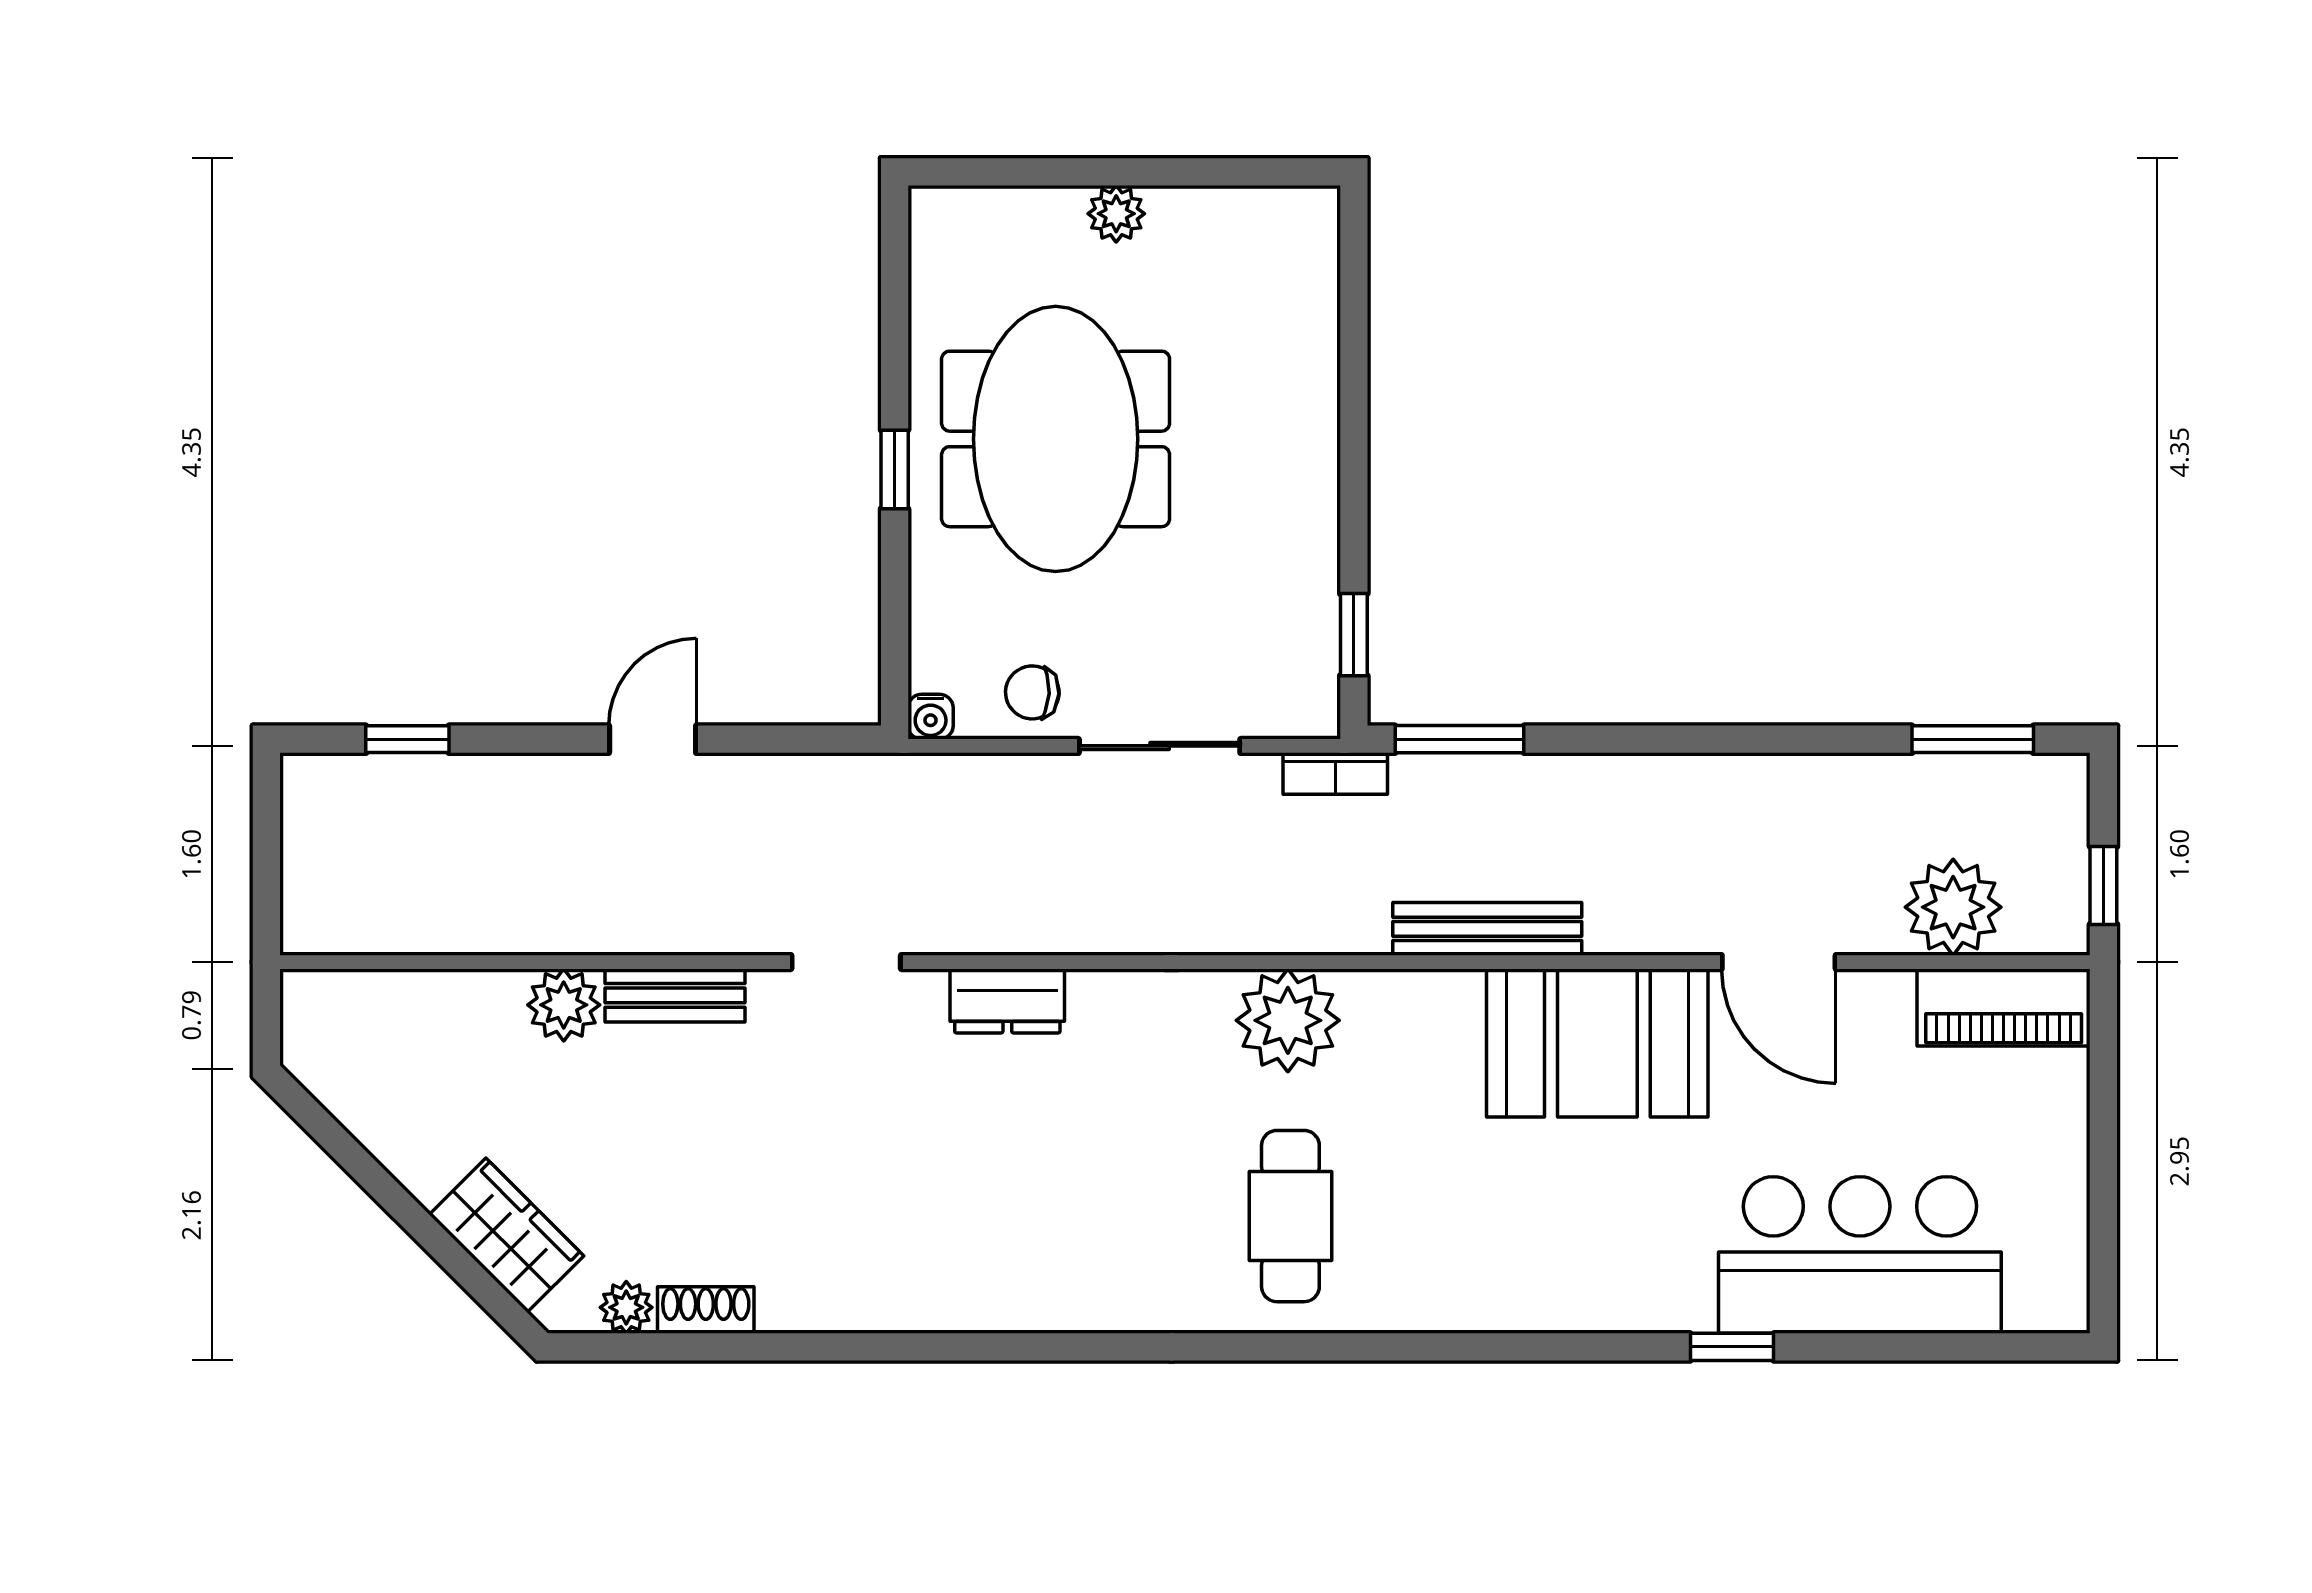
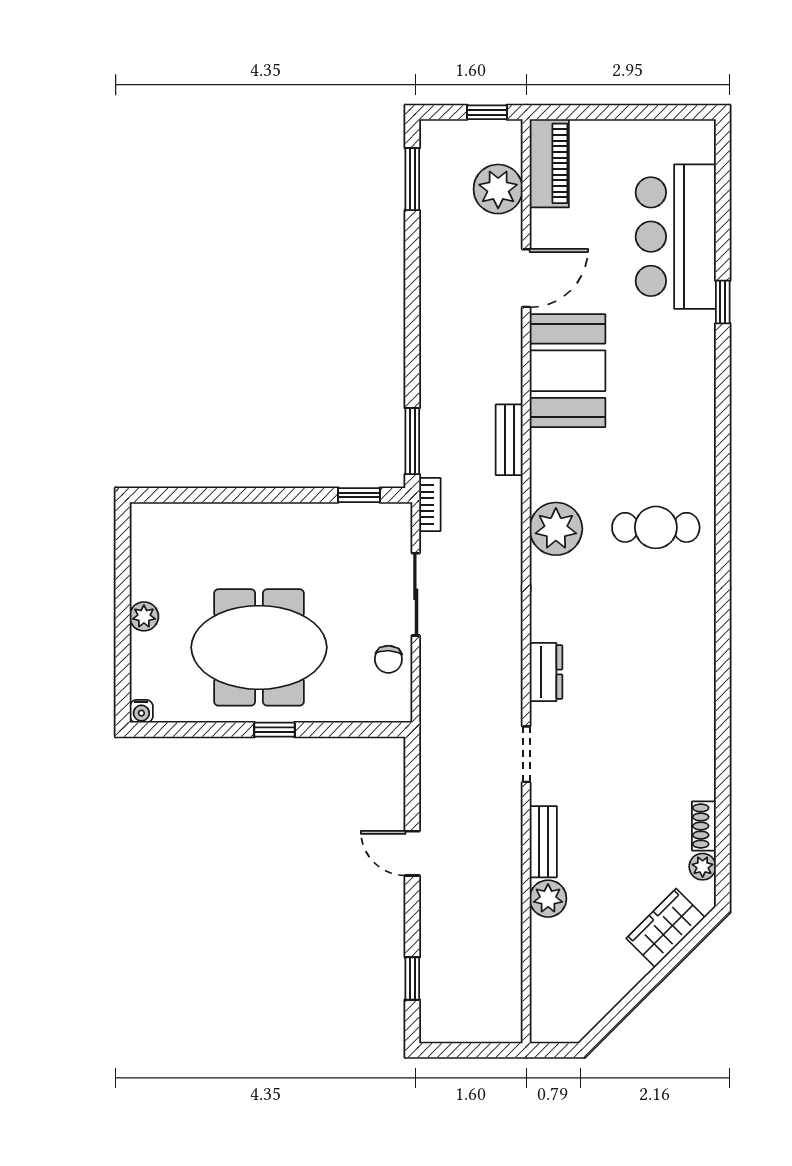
water cooler: (931, 717) -> (141, 711), moved, turned 90
bench: (1487, 929) -> (509, 440), width x0.73

